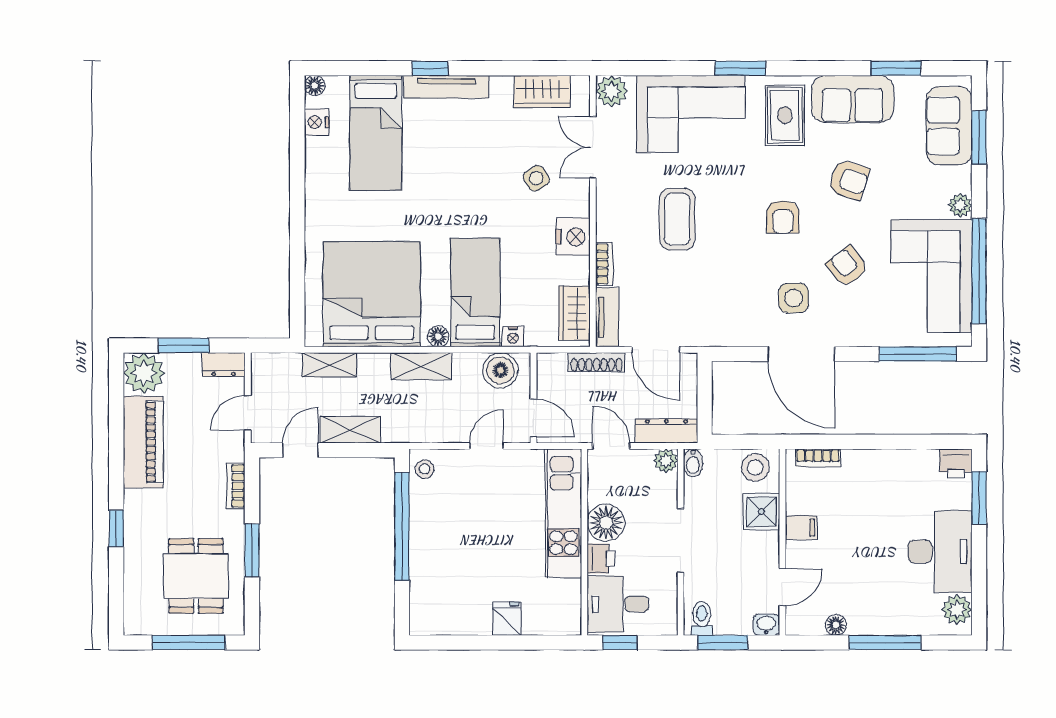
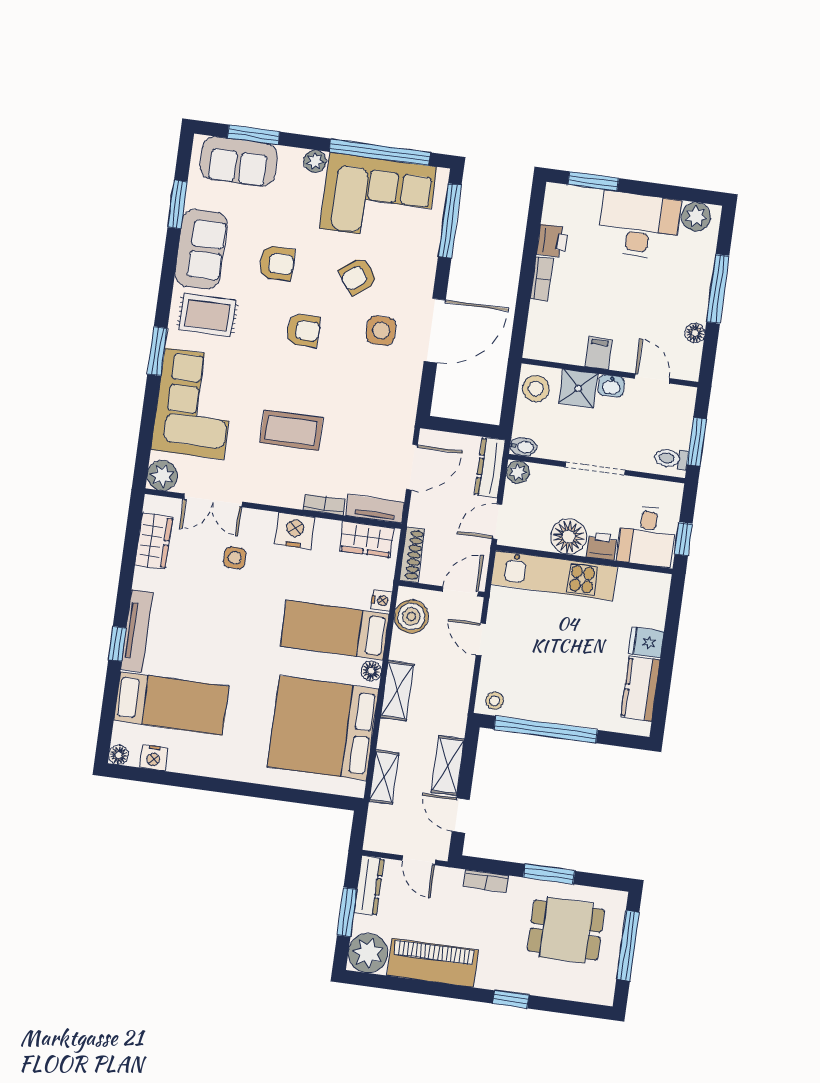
side table: (536, 178) -> (235, 558), turned 34
armchair: (849, 180) -> (277, 263), turned 72
shoe rack: (597, 362) -> (412, 555), moved
dresser: (224, 365) -> (369, 886), width x1.44
bookcase: (818, 458) -> (542, 279), moved
printer: (956, 463) -> (552, 241), moved
kitchen counter: (458, 619) -> (640, 689), added
washbasin: (766, 625) -> (611, 386), moved, turned -90

